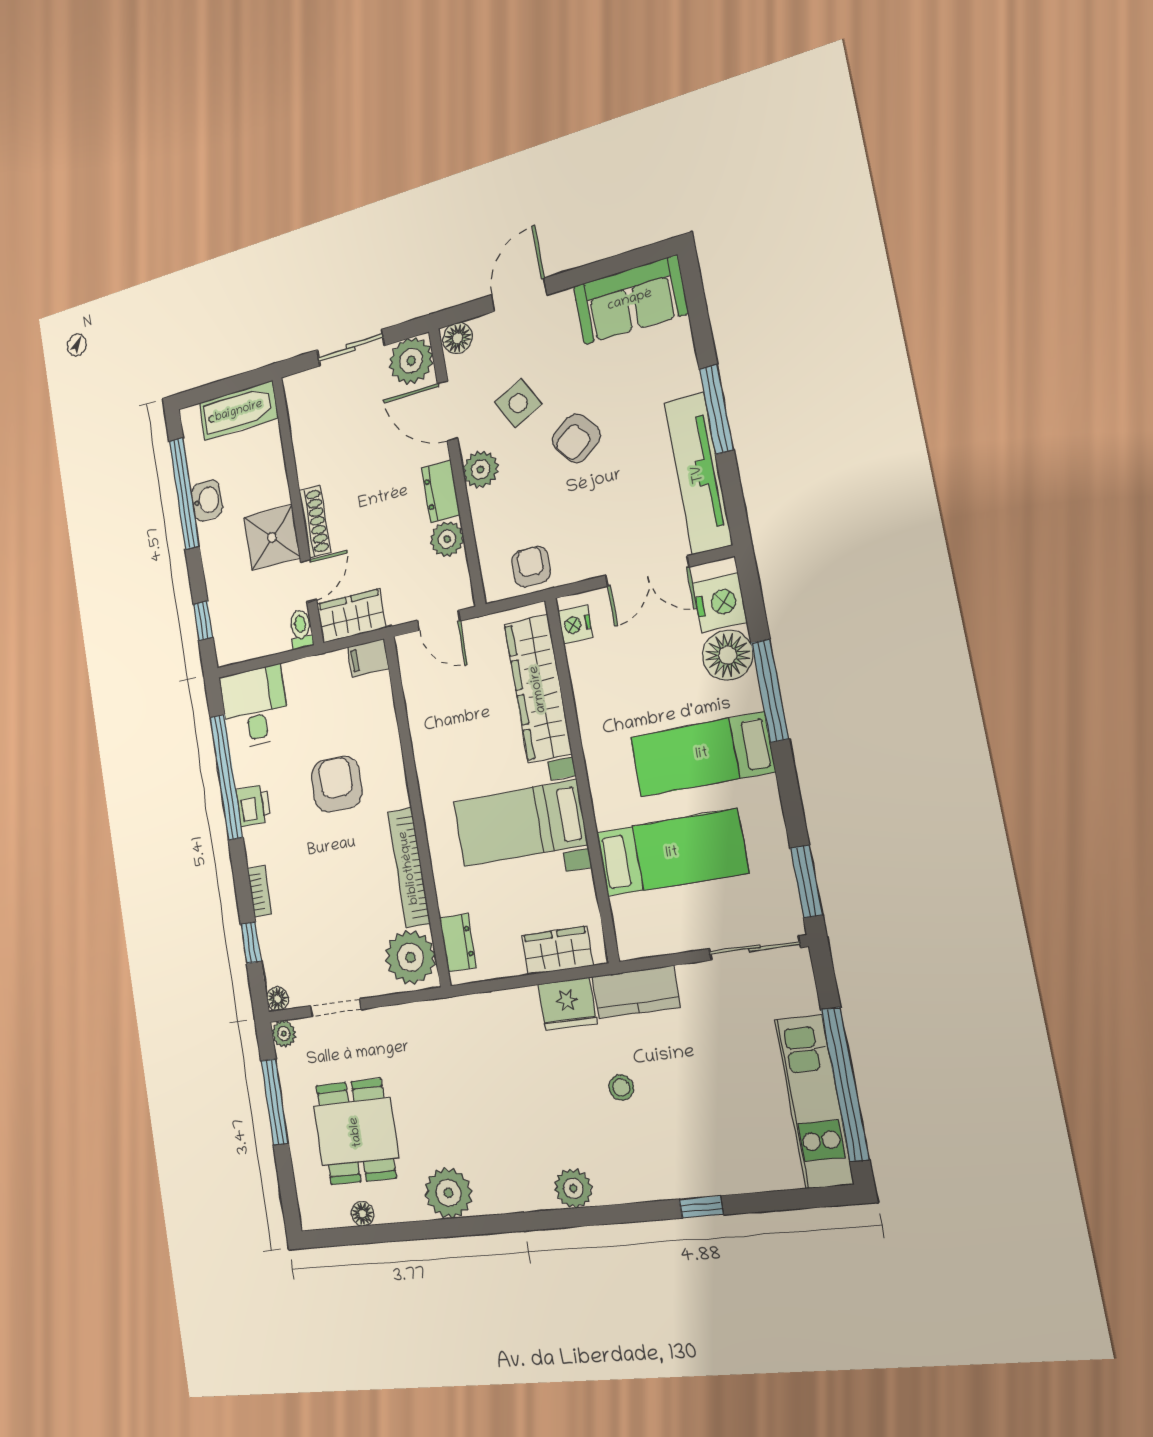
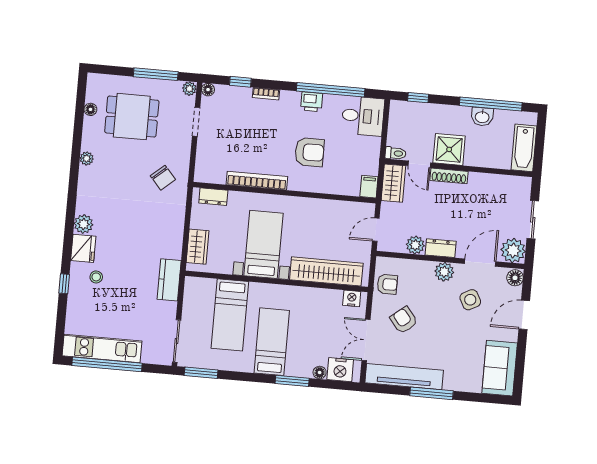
door: (519, 295) -> (524, 315), swing flipped
armchair: (576, 438) -> (404, 320), moved
floor lamp: (728, 655) -> (320, 373), width x0.53, depth x0.53
window: (770, 691) -> (292, 381), width x0.69
plant: (410, 957) -> (212, 170), removed
fridge: (567, 1004) -> (83, 248), moved, turned 180
chair: (448, 1048) -> (163, 178), added
stool: (621, 1088) -> (96, 277), moved
plant: (448, 1193) -> (87, 158), width x0.53, depth x0.53

